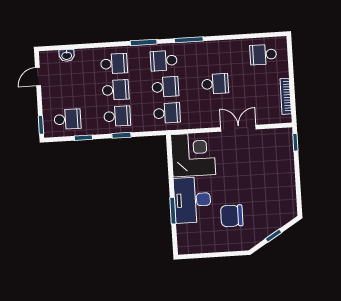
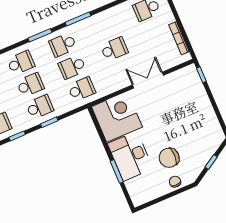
school desk: (165, 87) -> (72, 67), turned 180
chair: (229, 243) -> (175, 182), added

